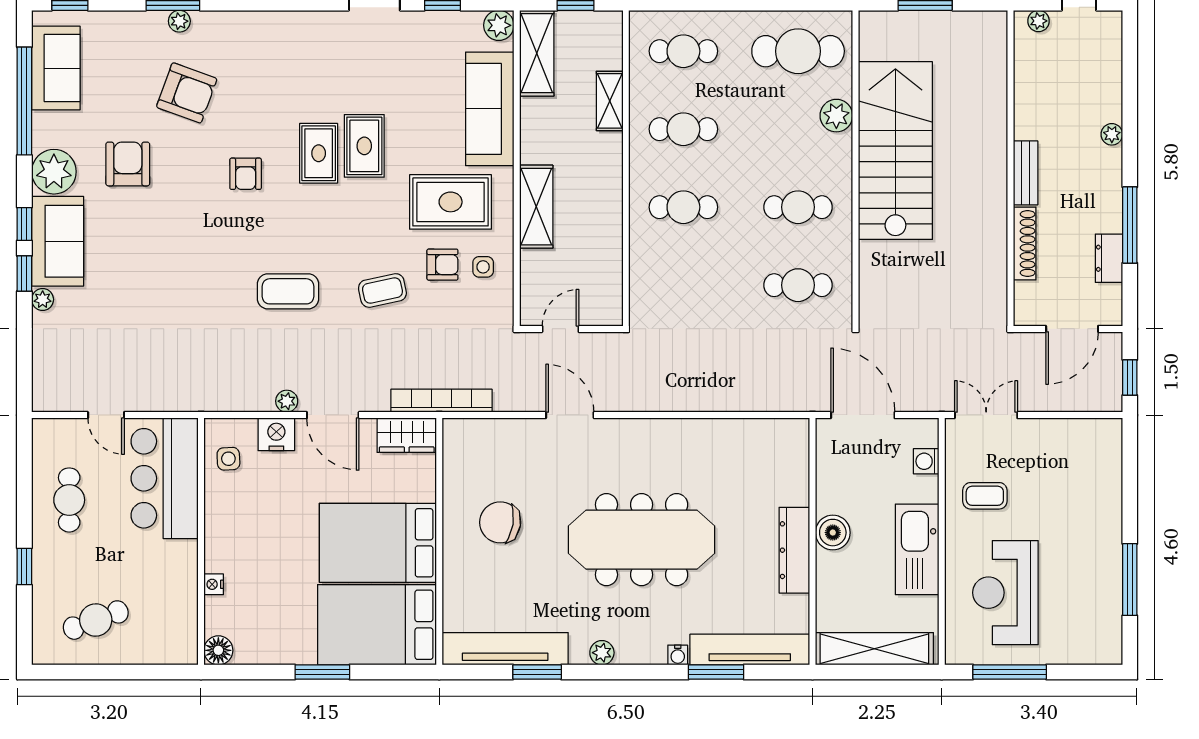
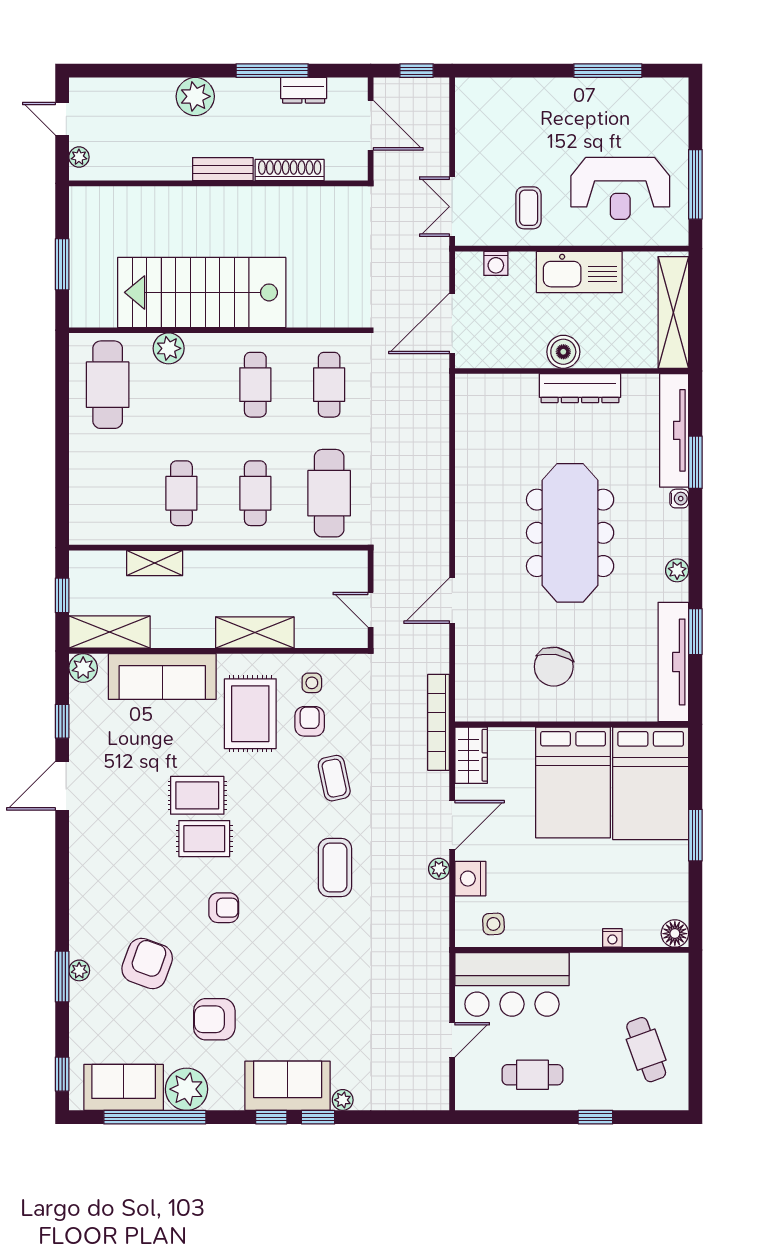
cafe table: (683, 51) -> (329, 493), moved, width x1.37, depth x1.35
plant: (1112, 134) -> (195, 96), width x1.87, depth x1.87
plant: (54, 172) -> (187, 1089), moved

